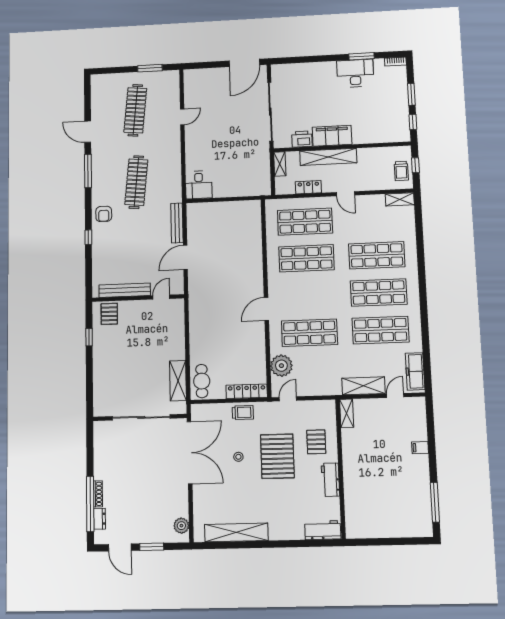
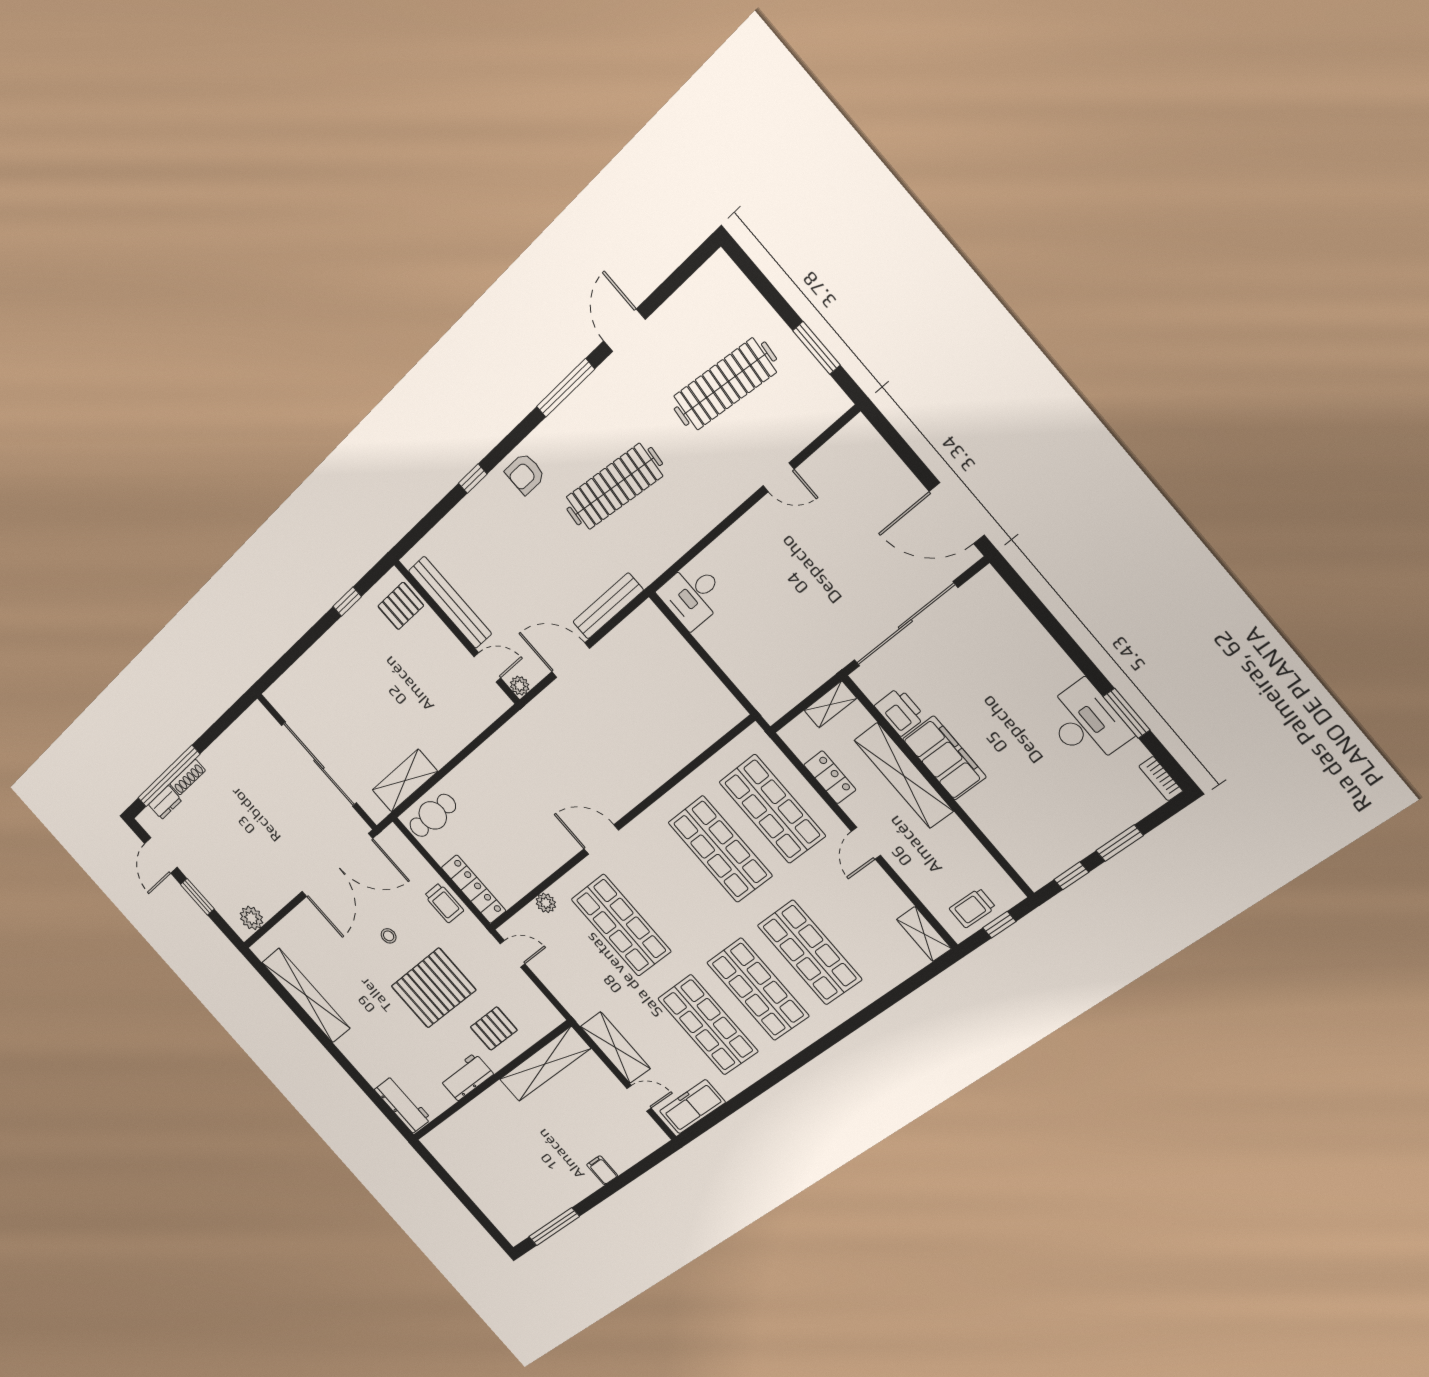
plant: (179, 289) -> (520, 686), added
plant: (281, 366) -> (546, 903), width x0.53, depth x0.53
shelving: (347, 413) -> (545, 1064), width x2.20, depth x1.33

